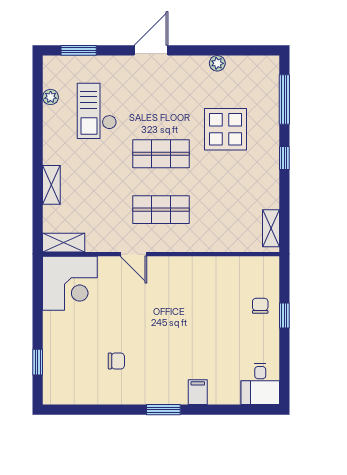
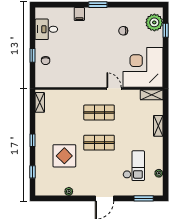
window: (284, 99) -> (32, 172), width x0.46
corner desk: (70, 283) -> (143, 67), width x1.36, depth x1.36
plant: (59, 376) -> (154, 22), added
desk: (260, 384) -> (46, 29), moved, turned -90

